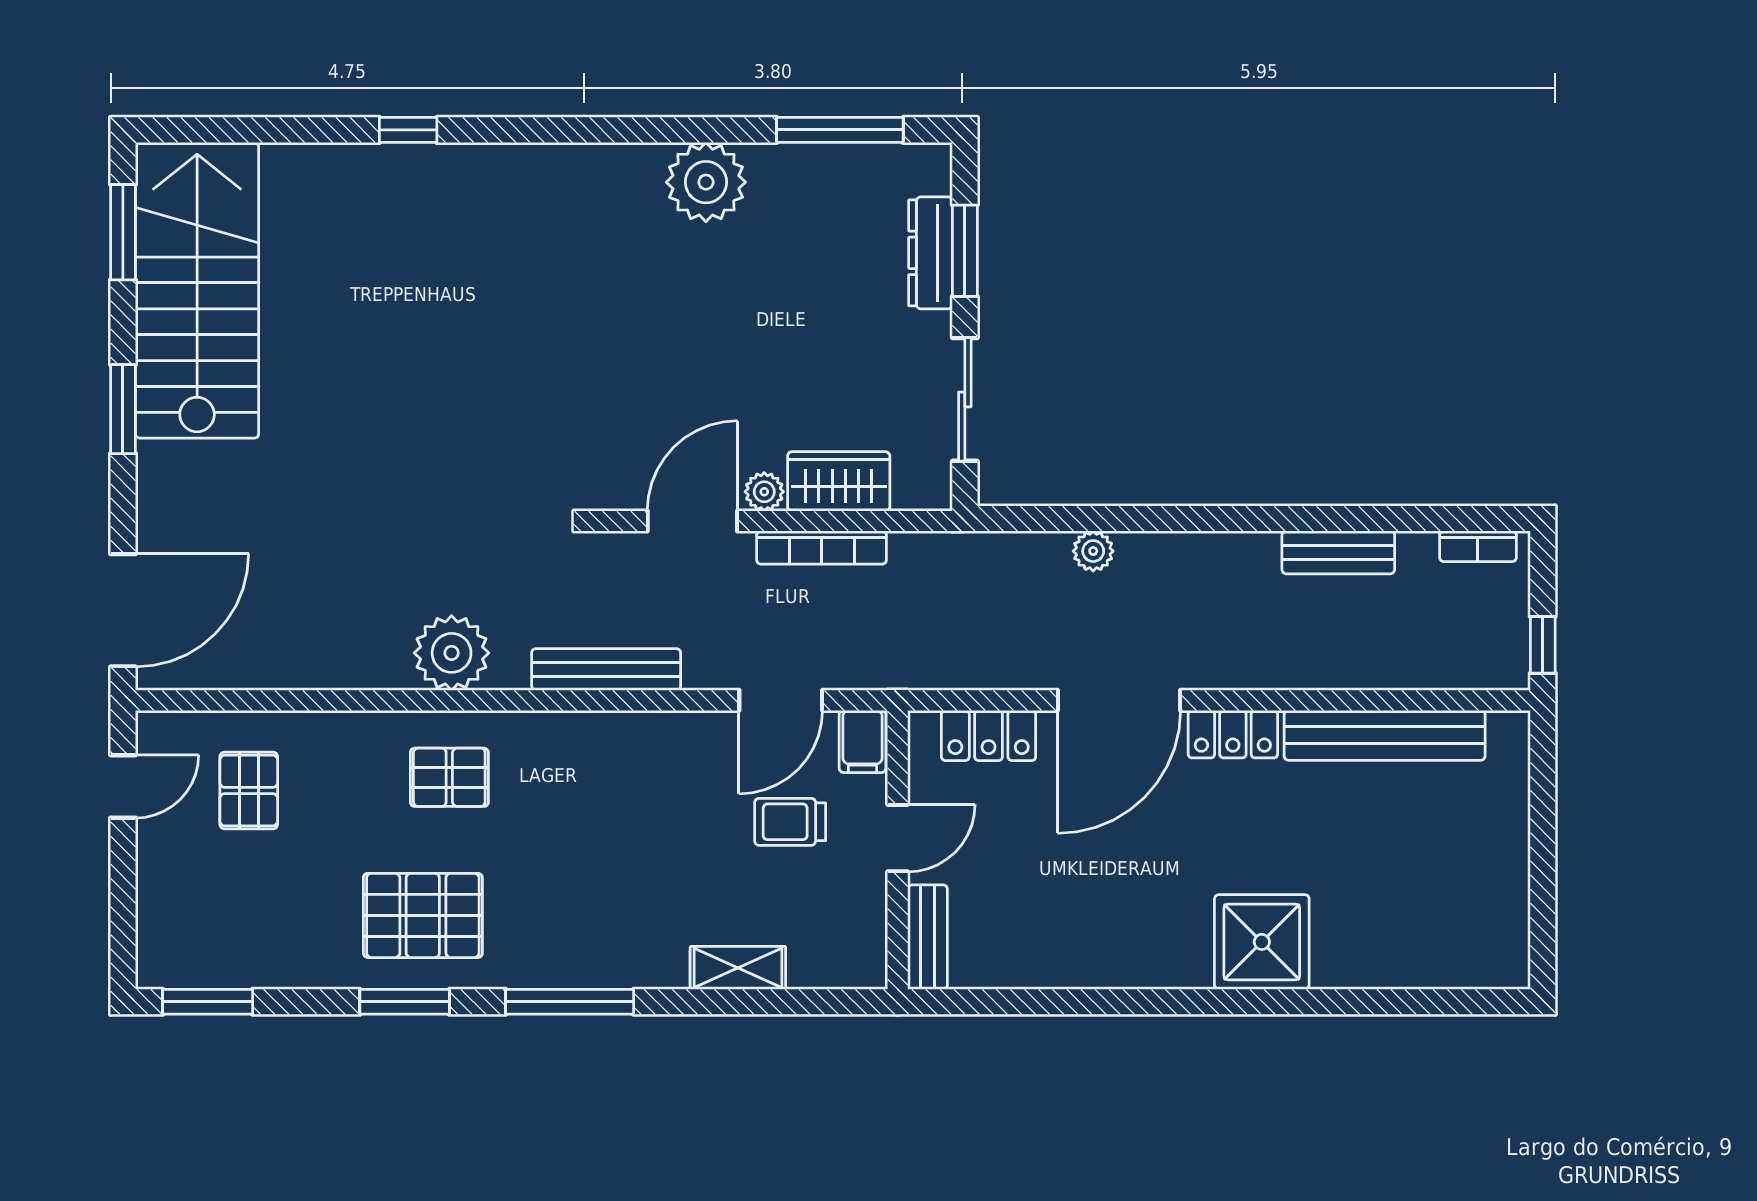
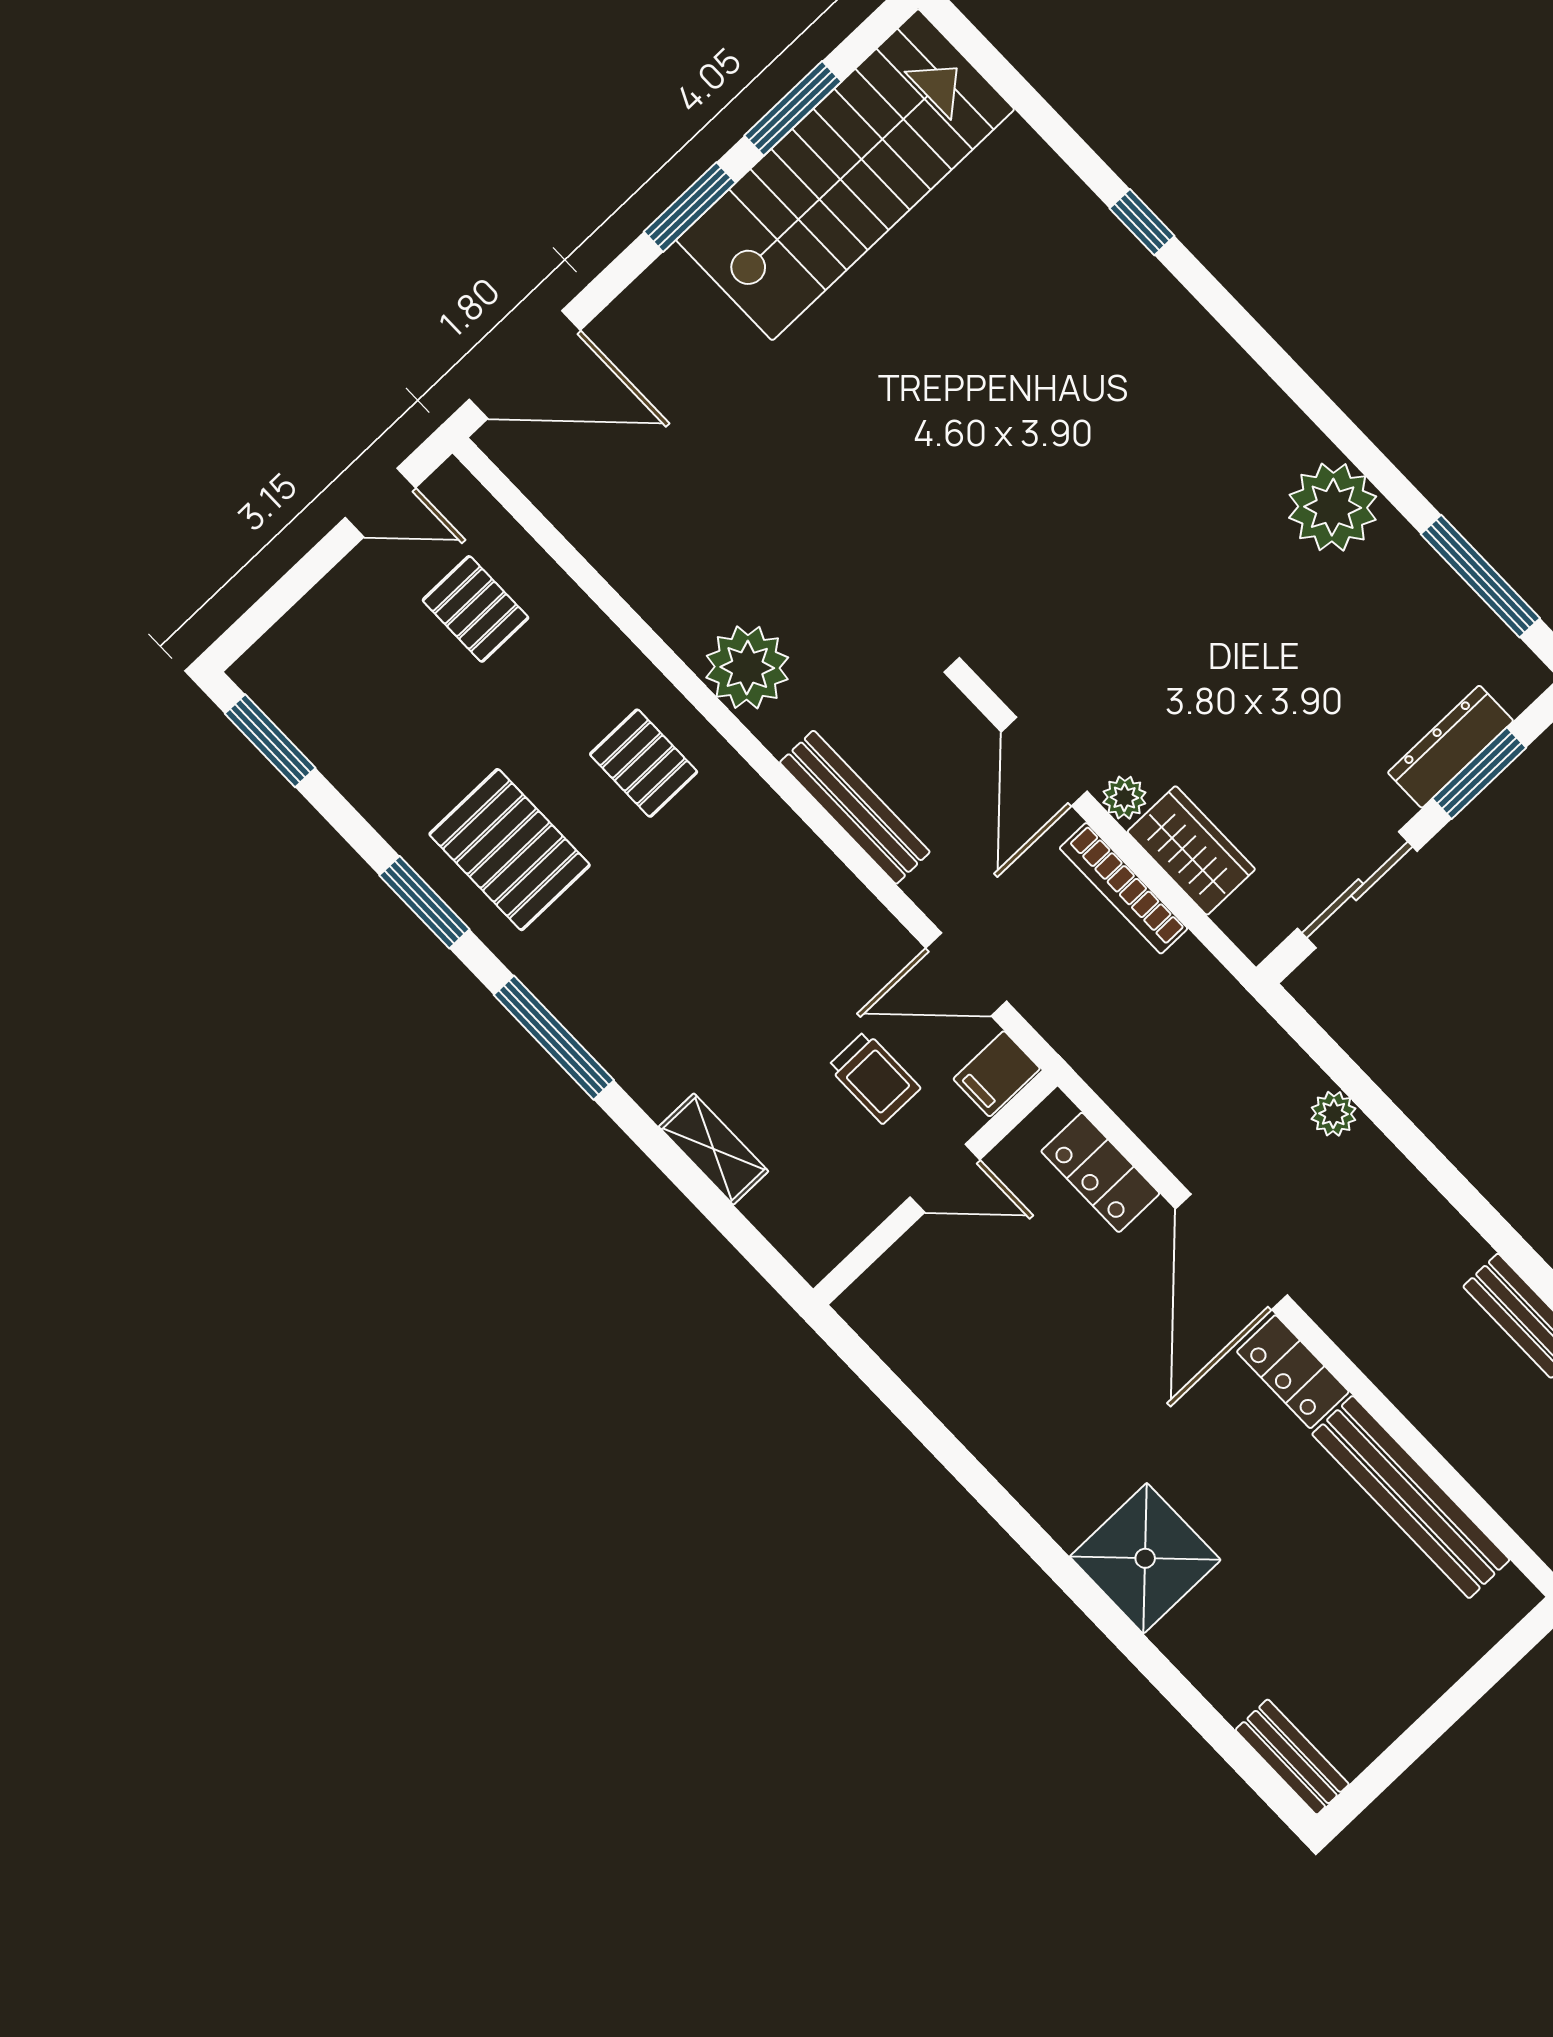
window: (123, 232) -> (793, 108), moved
door: (692, 521) -> (1044, 762), swing flipped
door: (1119, 700) -> (1231, 1252), hinge flipped
pallet: (249, 790) -> (476, 609), turned 90
trolley: (790, 822) -> (874, 1077), turned 180
bench: (927, 937) -> (1292, 1757), moved, turned 90

